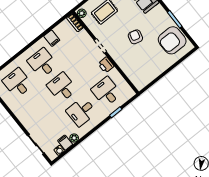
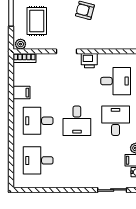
desk: (62, 87) -> (77, 121), turned -90
desk: (106, 92) -> (116, 81), turned 180
desk: (81, 112) -> (116, 121), turned 180

